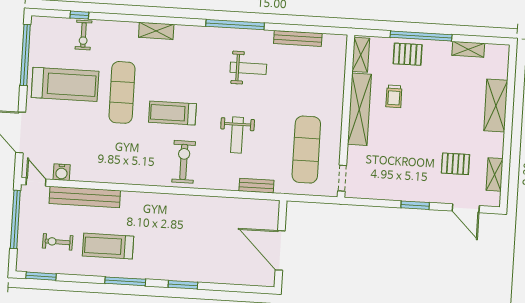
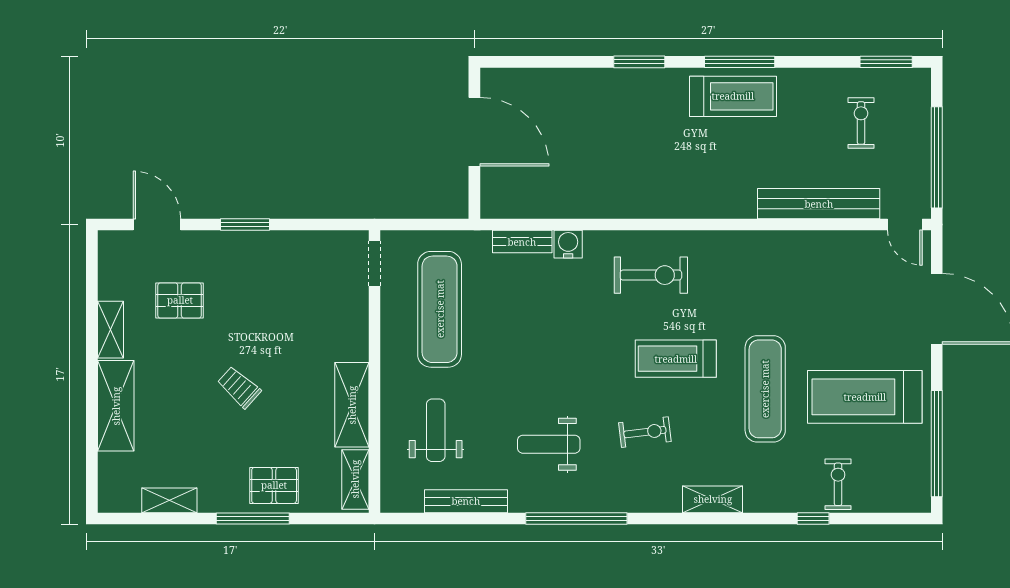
window: (79, 15) -> (813, 518), moved
window: (421, 36) -> (253, 518), width x0.68
exercise bike: (193, 72) -> (645, 432), added
trolley: (394, 96) -> (239, 387), moved, turned -48
shelving: (359, 109) -> (352, 405), width x0.68
treadmill: (172, 113) -> (676, 359), turned 180
weight bench: (237, 135) -> (436, 430), moved
exercise bike: (184, 162) -> (651, 275), turned -90
water cooler: (62, 172) -> (568, 244), moved
shelving: (495, 174) -> (110, 330), moved
exercise bike: (58, 242) -> (861, 123), turned -91
treadmill: (108, 246) -> (733, 96), moved

